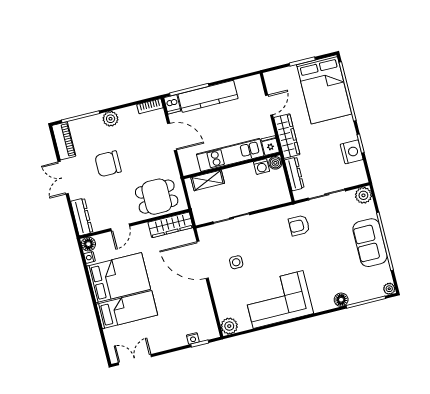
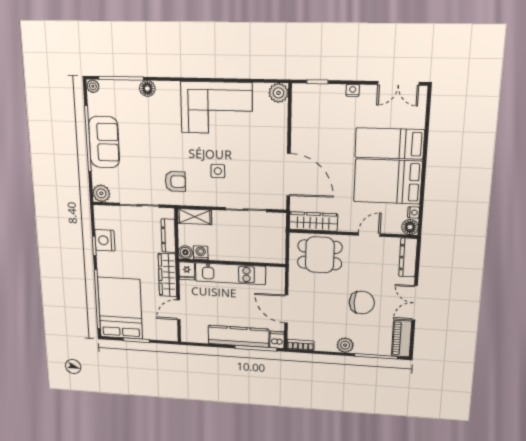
double door: (63, 178) -> (415, 303), swing flipped
shelving: (208, 180) -> (195, 217), moved
side table: (236, 262) -> (218, 171), moved
nightstand: (193, 338) -> (353, 90), moved

